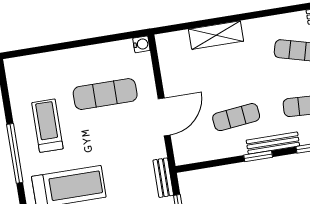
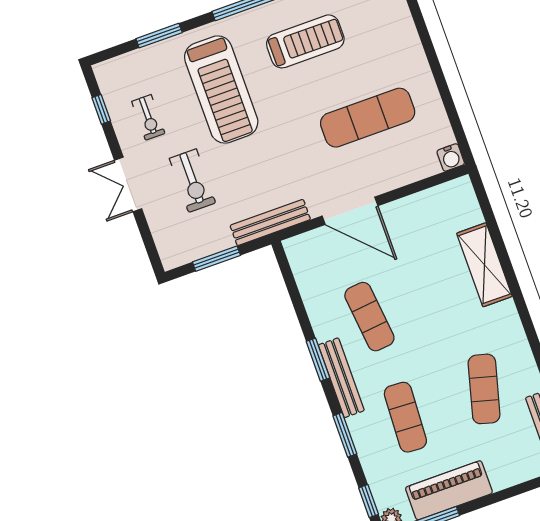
exercise mat: (105, 94) -> (368, 118), turned 90
bench: (163, 178) -> (270, 222), width x1.36

